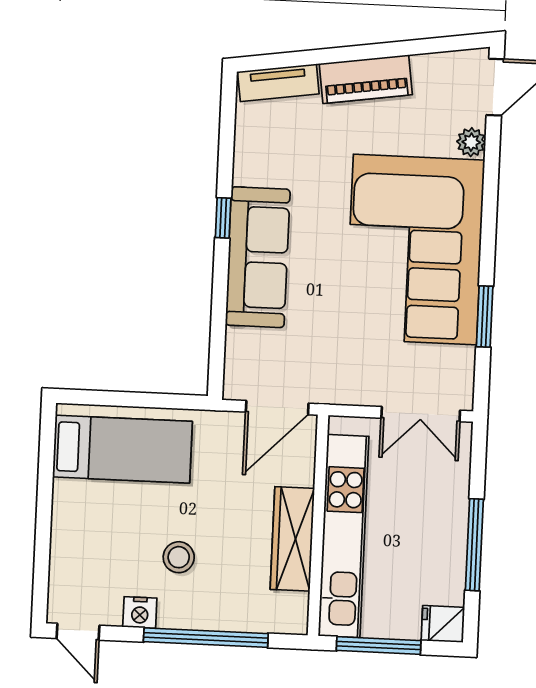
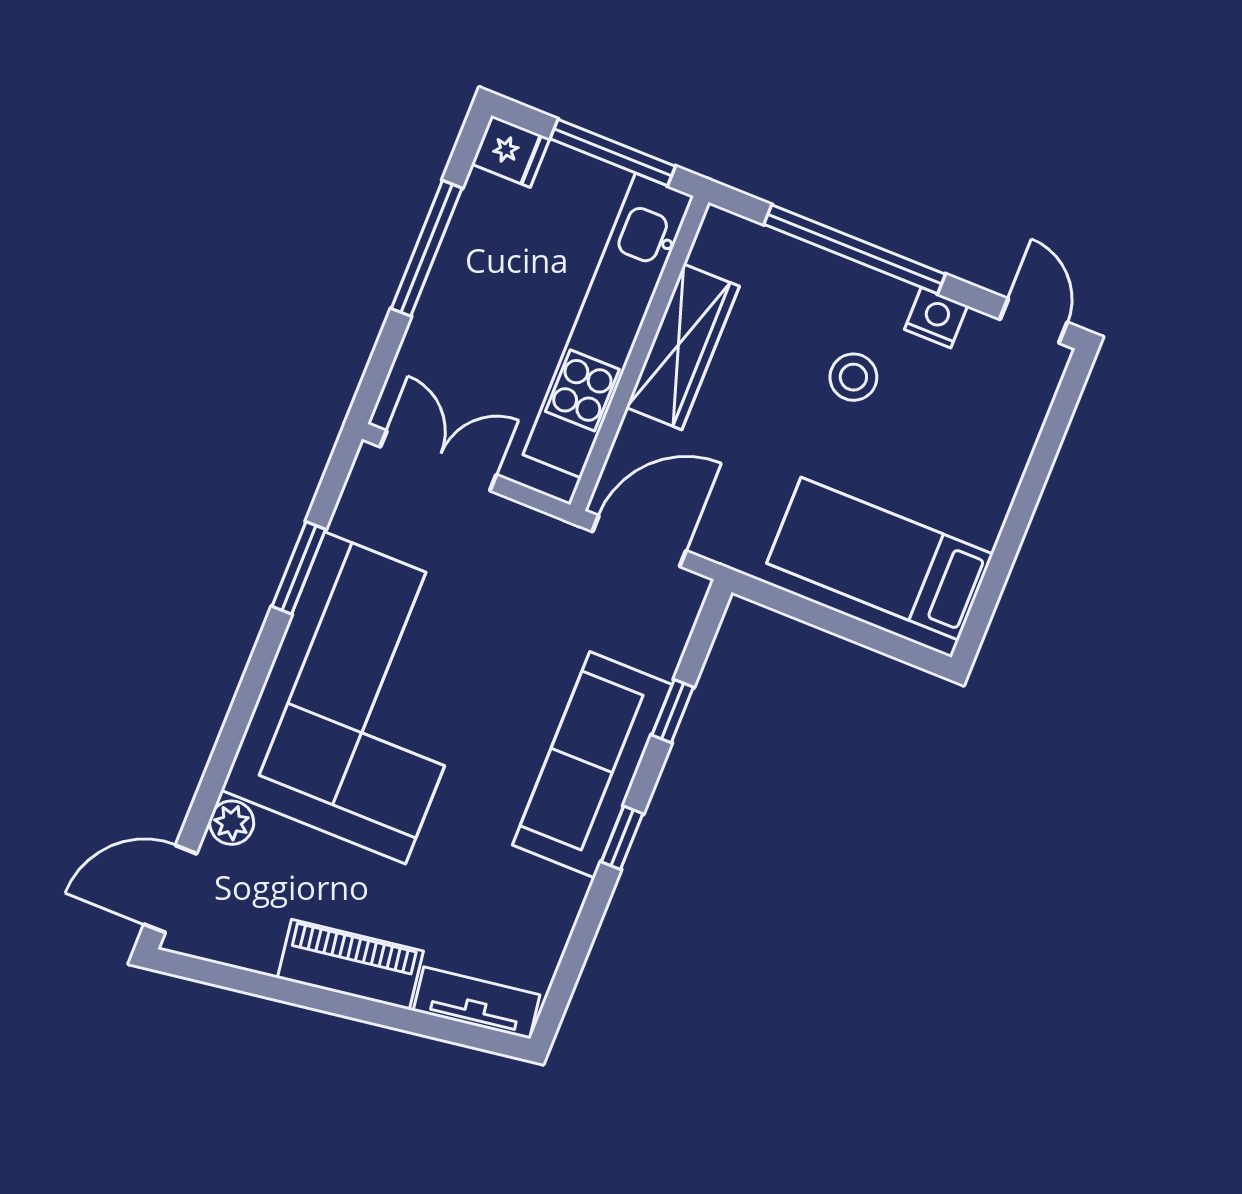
window: (219, 308) -> (673, 711), added

